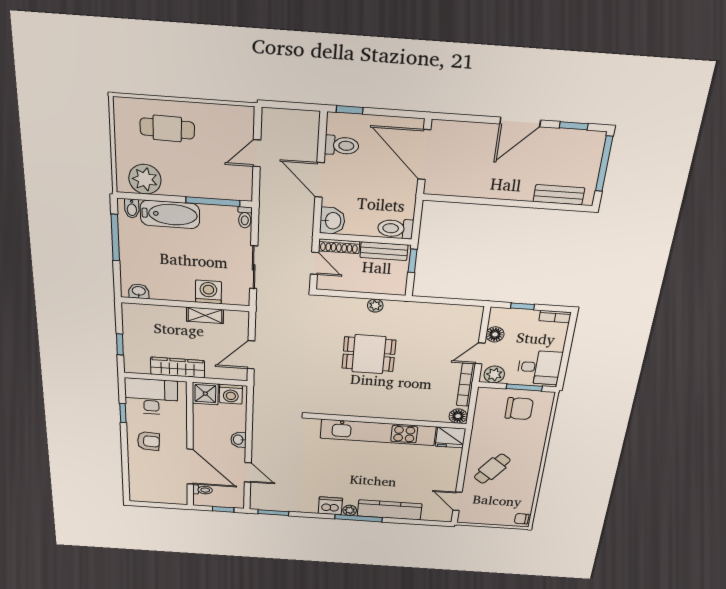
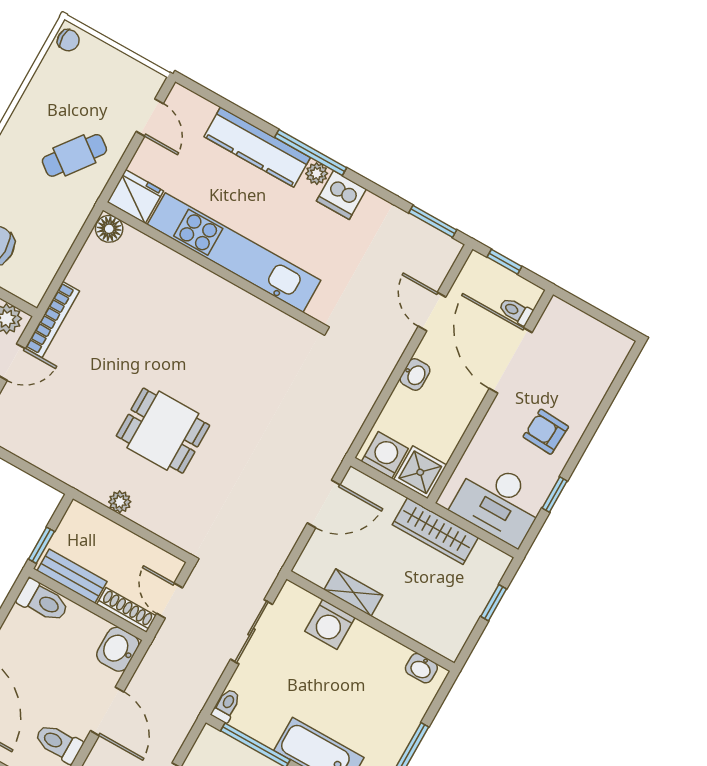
floor lamp: (458, 416) -> (109, 229), moved
wall: (387, 421) -> (212, 266), moved
kitchen unit: (378, 432) -> (234, 252), moved
fridge: (450, 437) -> (135, 196), moved

